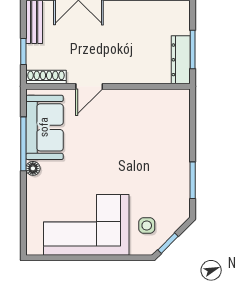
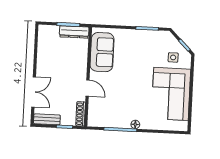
sofa: (44, 127) -> (102, 52), moved, turned 90

